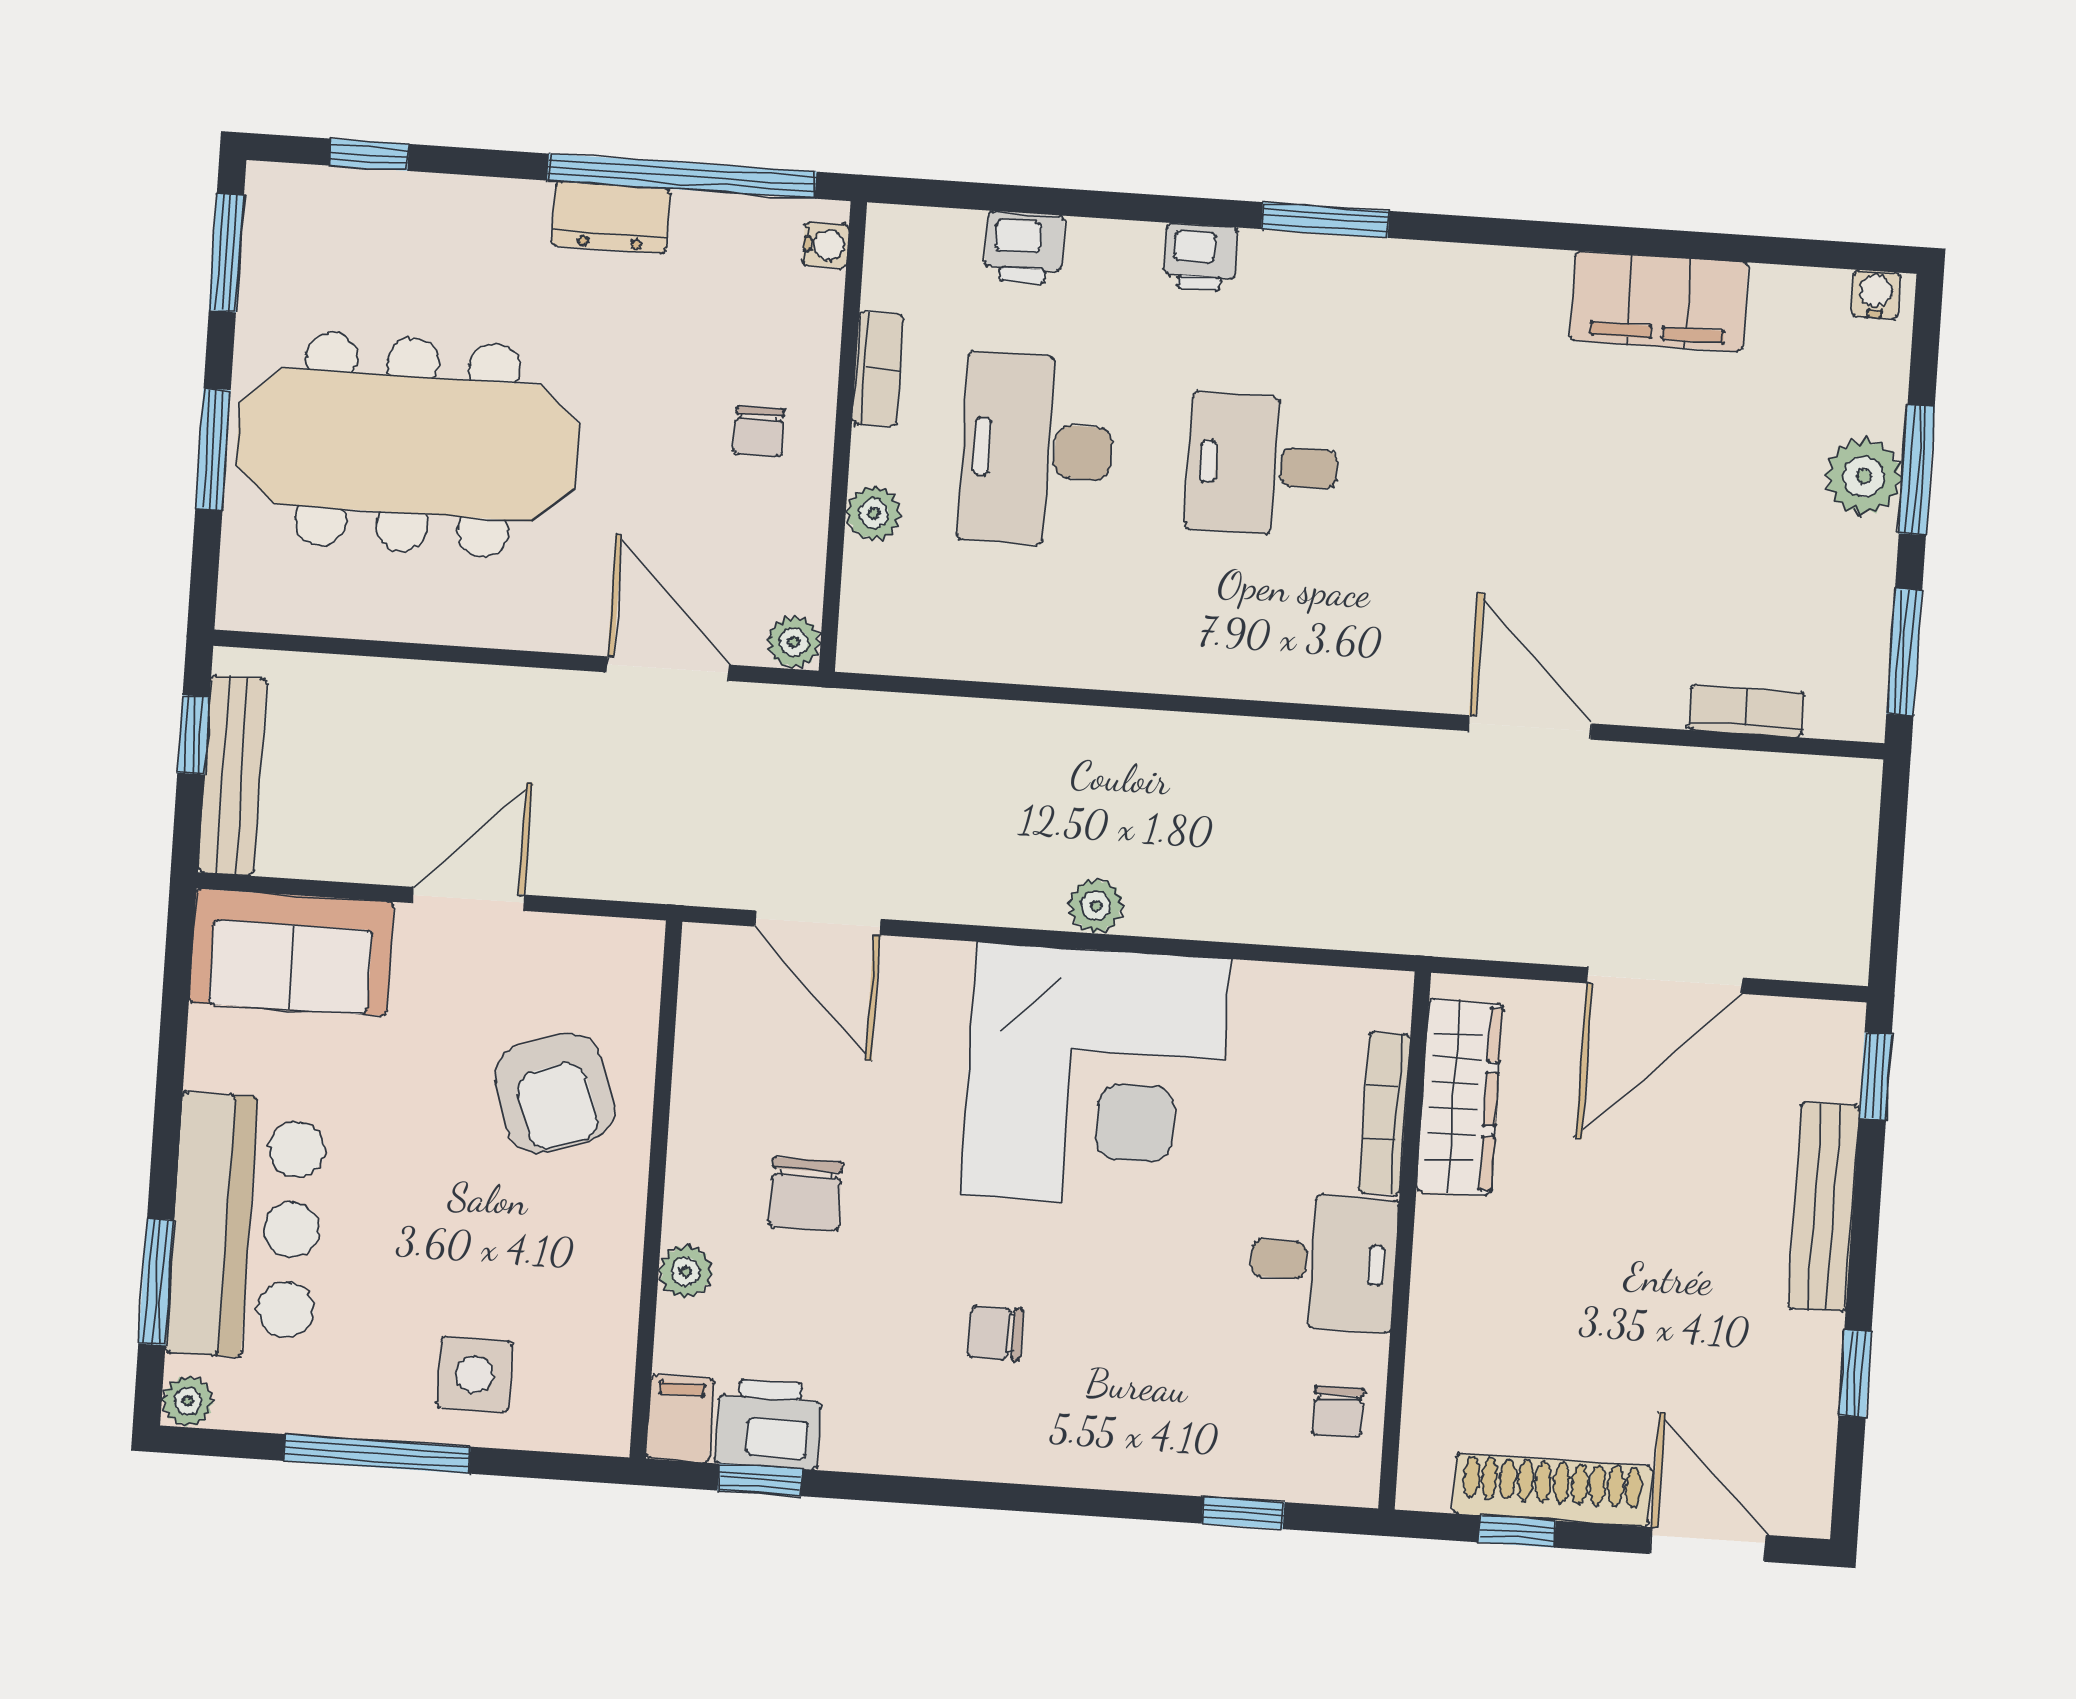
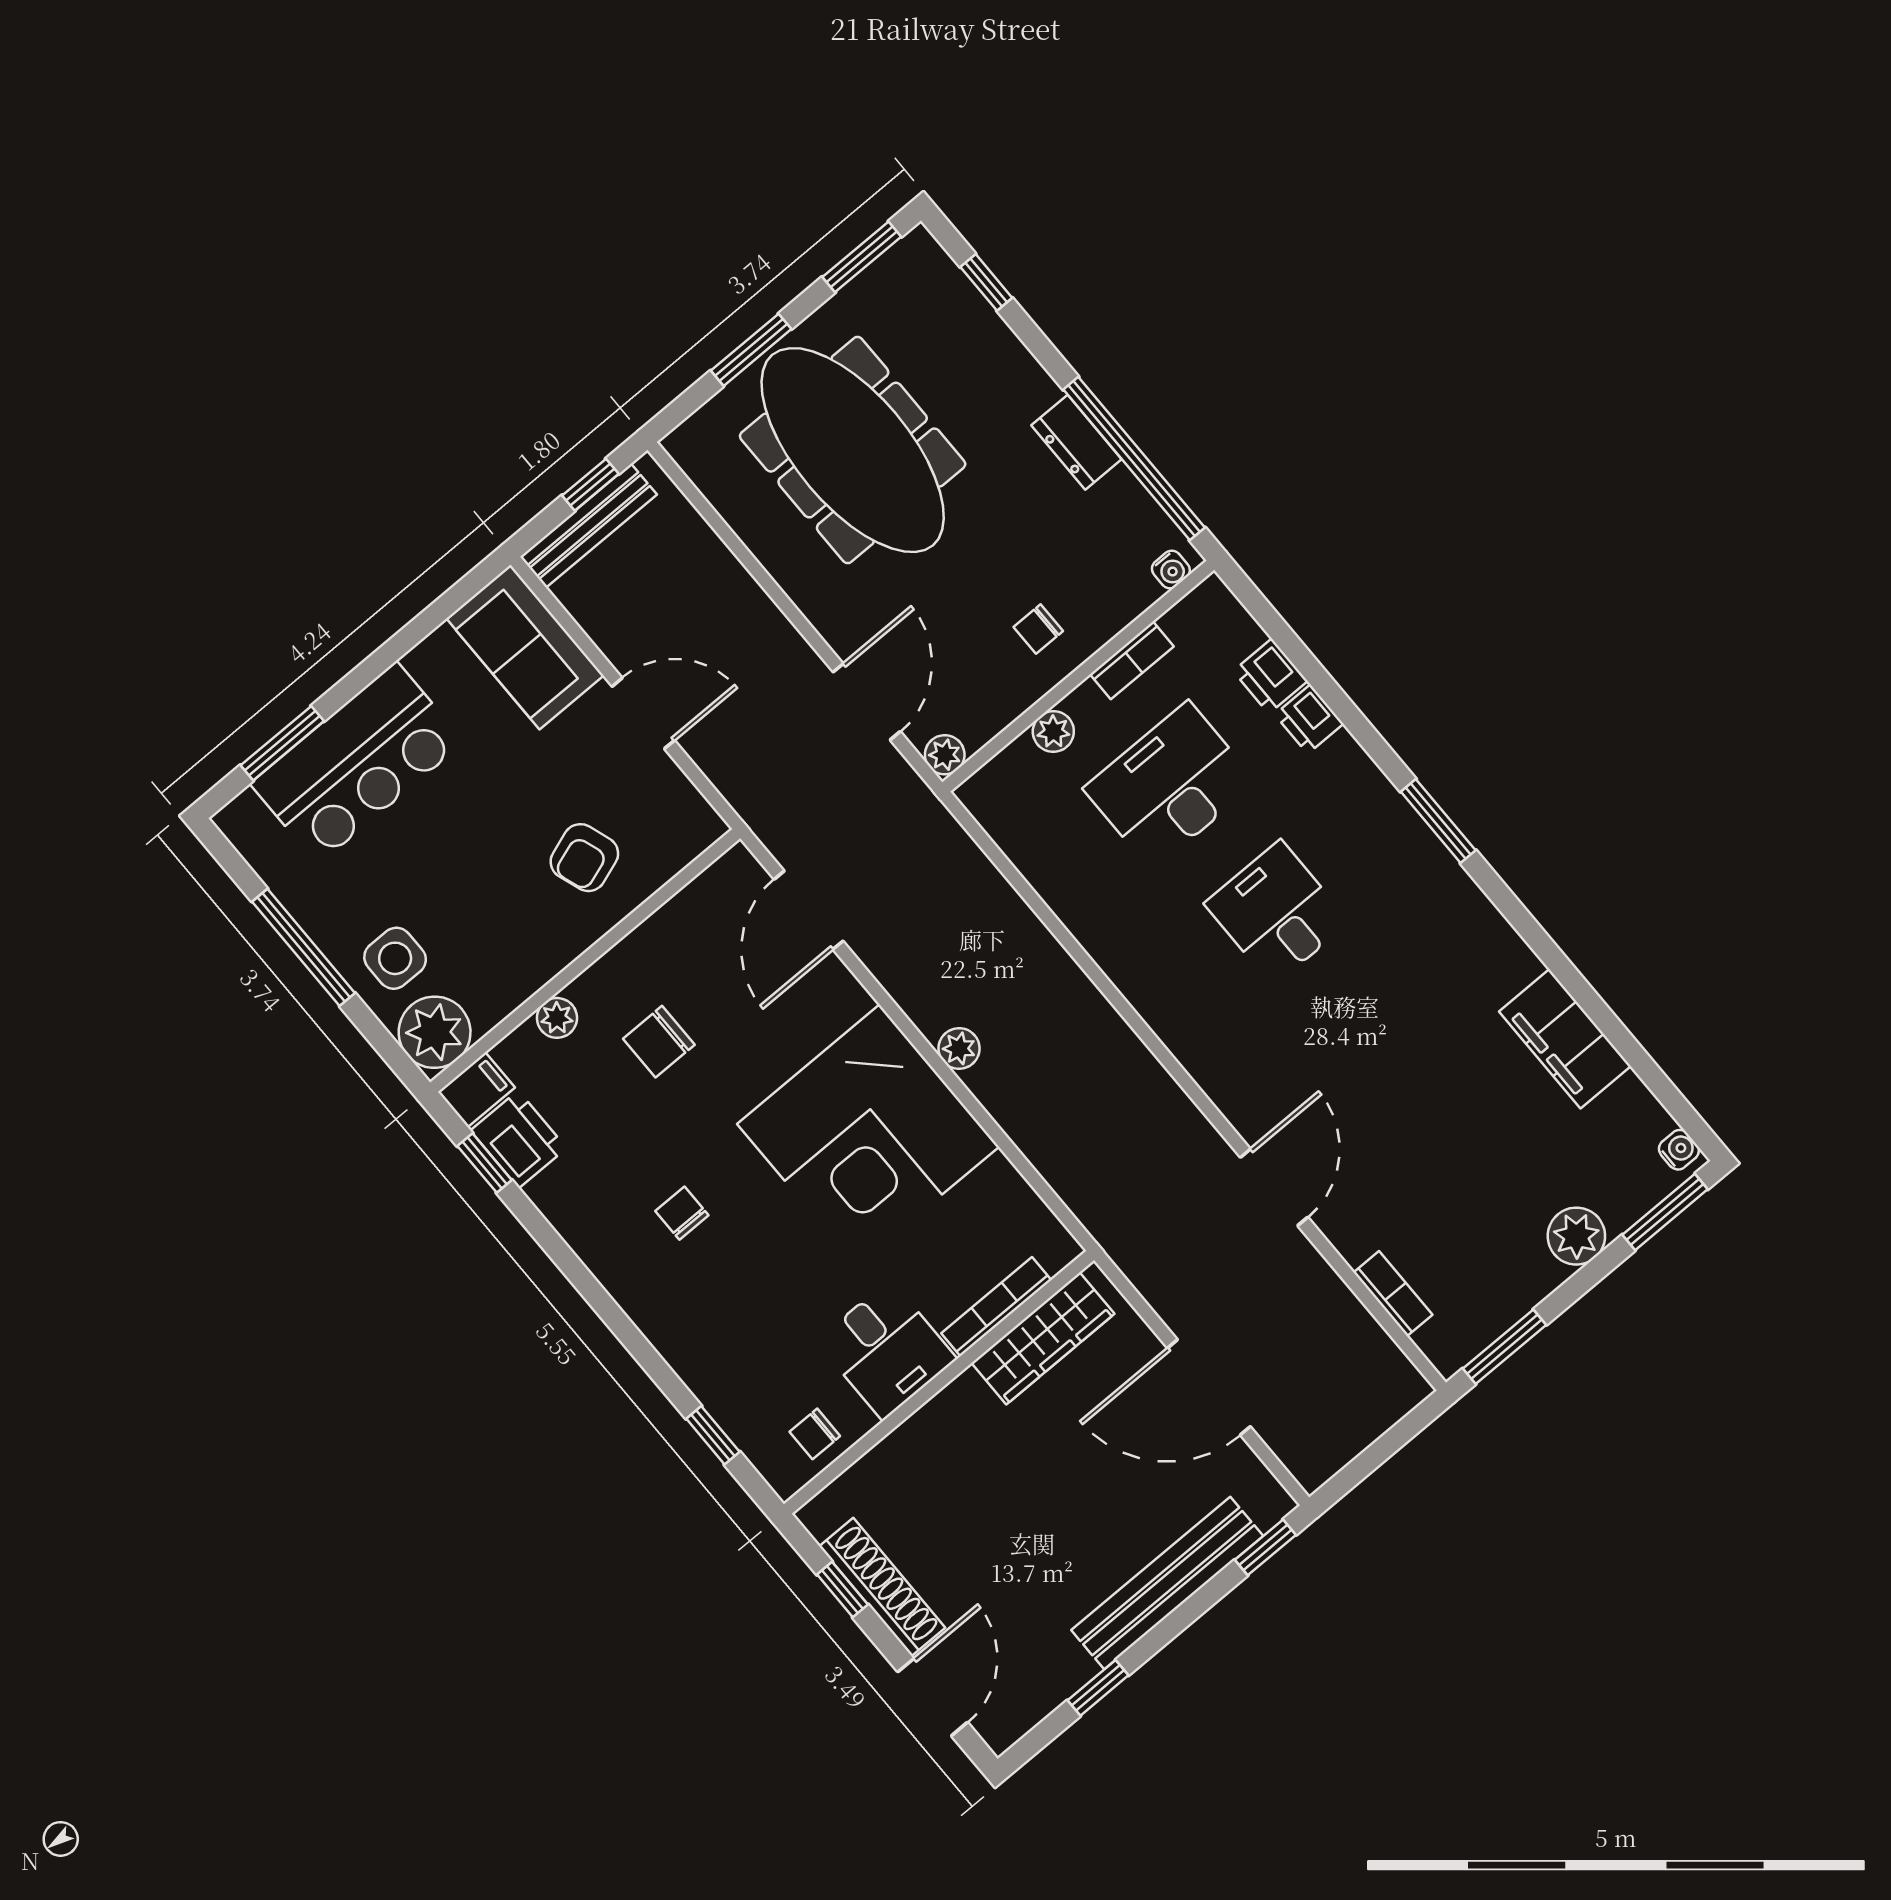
printer: (1201, 257) -> (1309, 719), moved
window: (1917, 470) -> (1665, 1212), moved
armchair: (554, 1093) -> (584, 858), width x0.72, depth x0.72
bench: (1824, 1207) -> (1167, 1583), width x1.37, depth x1.21
plant: (188, 1401) -> (435, 1032), moved, width x1.88, depth x1.88

